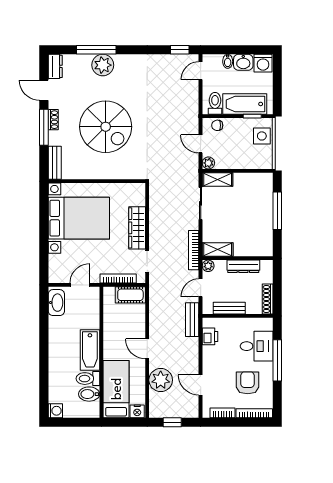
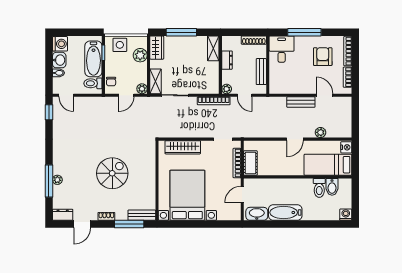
plant: (103, 65) -> (57, 180), width x0.53, depth x0.53
window: (44, 127) -> (129, 224), moved
spiral stairs: (106, 127) -> (112, 173), width x0.73, depth x0.73
plant: (249, 161) -> (140, 55), added
wardrobe: (259, 181) -> (157, 48), added
wardrobe: (137, 228) -> (183, 147), moved
shelving: (218, 250) -> (213, 48), moved
dresser: (243, 266) -> (227, 60), width x0.70
door: (80, 285) -> (242, 194), hinge flipped
cot: (130, 295) -> (250, 163), moved
bench: (192, 320) -> (301, 102), moved
printer: (210, 336) -> (285, 87), removed
desk: (257, 346) -> (282, 49), moved
bathtub: (90, 350) -> (285, 212), moved, turned 180
plant: (161, 380) -> (320, 132), width x0.53, depth x0.53
armchair: (248, 383) -> (323, 57), turned 90
door: (201, 385) -> (324, 95), swing flipped
window: (172, 422) -> (355, 118), removed

